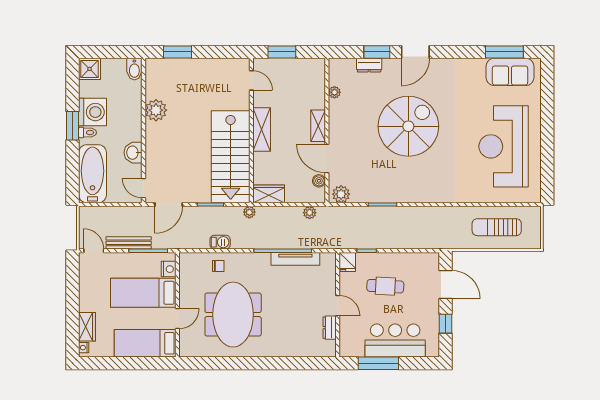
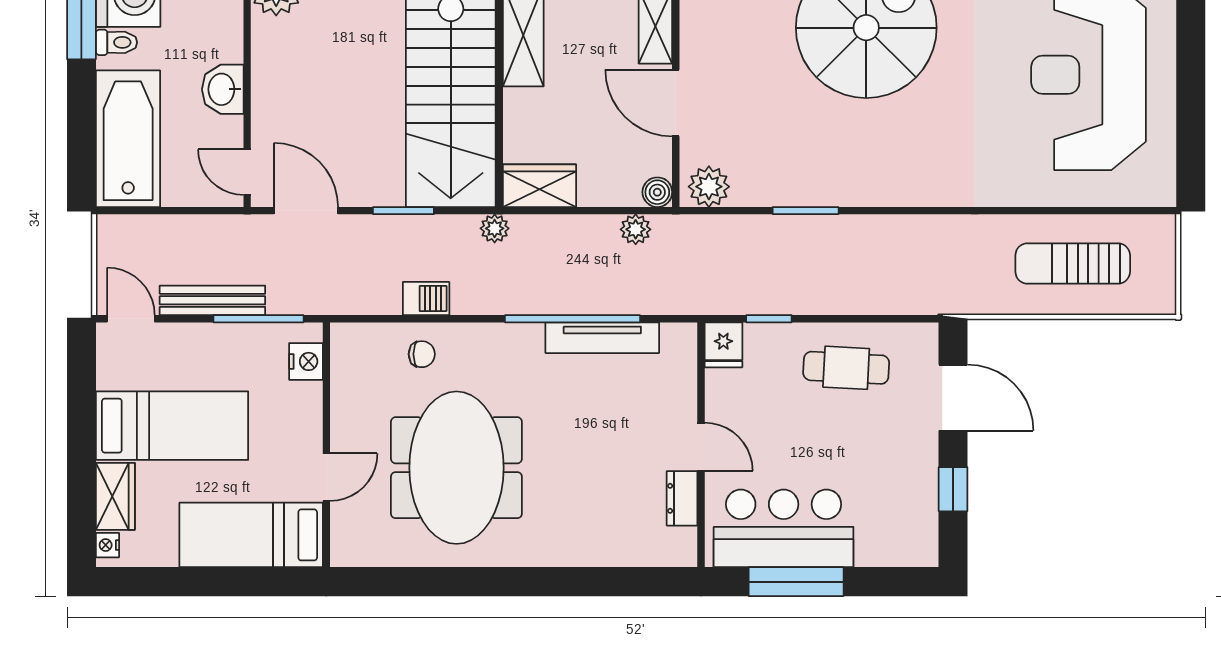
boiler: (319, 181) -> (657, 192), moved
door: (169, 205) -> (306, 211), swing flipped
cafe table: (385, 286) -> (846, 368), moved
bed: (143, 293) -> (172, 426), moved, turned 180
bar counter: (395, 340) -> (784, 528), moved

